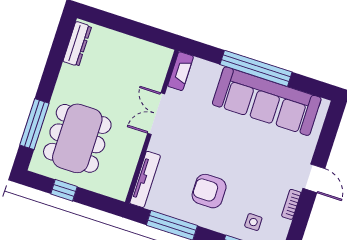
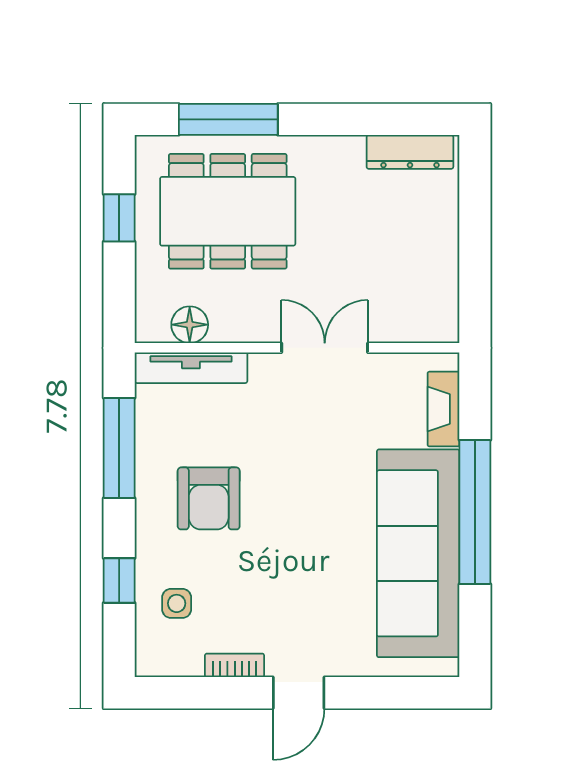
fireplace: (181, 71) -> (443, 409), moved, turned 90
floor lamp: (125, 173) -> (190, 325), added
armchair: (209, 191) -> (209, 498), turned 180

